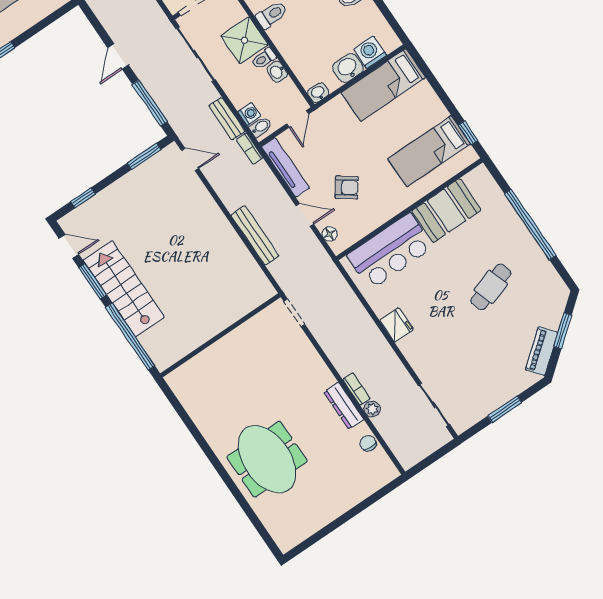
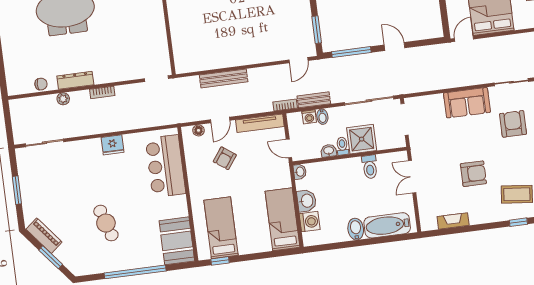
bidet: (260, 127) -> (322, 117), moved
booth: (446, 211) -> (177, 241), moved
bookcase: (357, 389) -> (102, 92), moved

